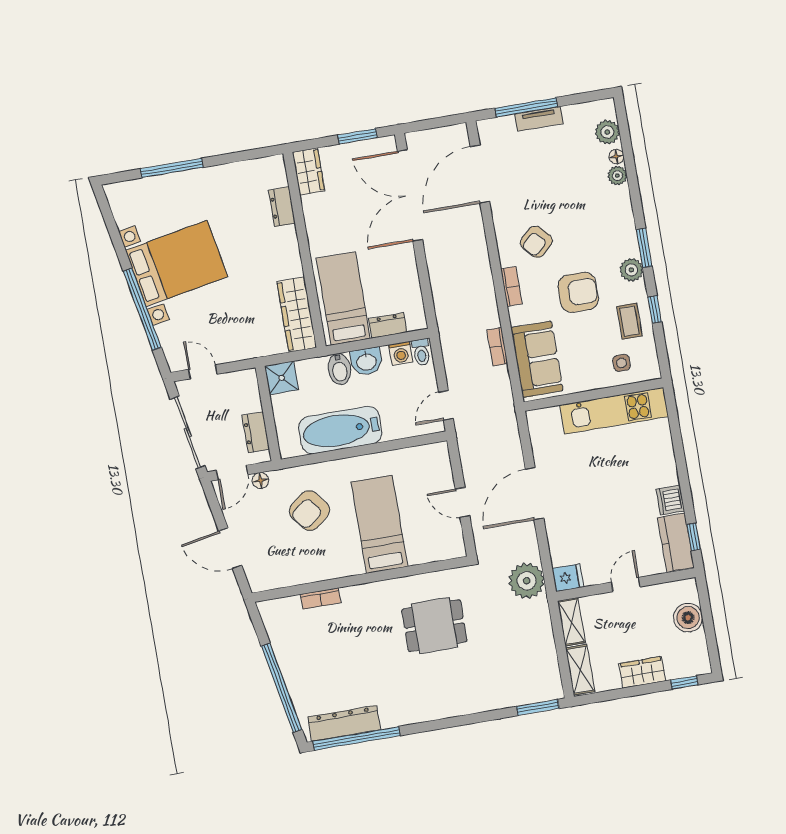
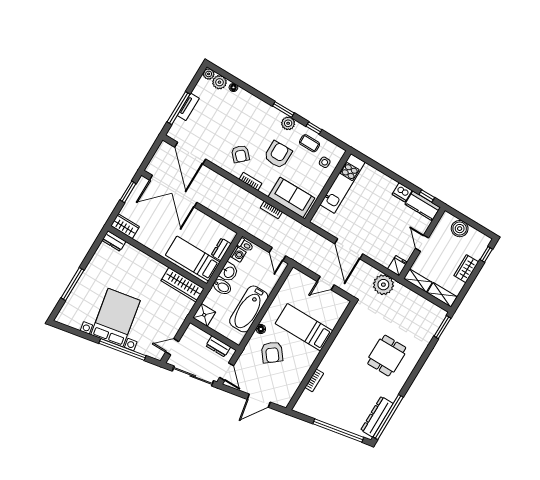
plant: (617, 176) -> (209, 74), moved
dresser: (282, 207) -> (114, 241), moved
floor lamp: (260, 481) -> (261, 329), moved
dining table: (434, 626) -> (387, 356), moved

